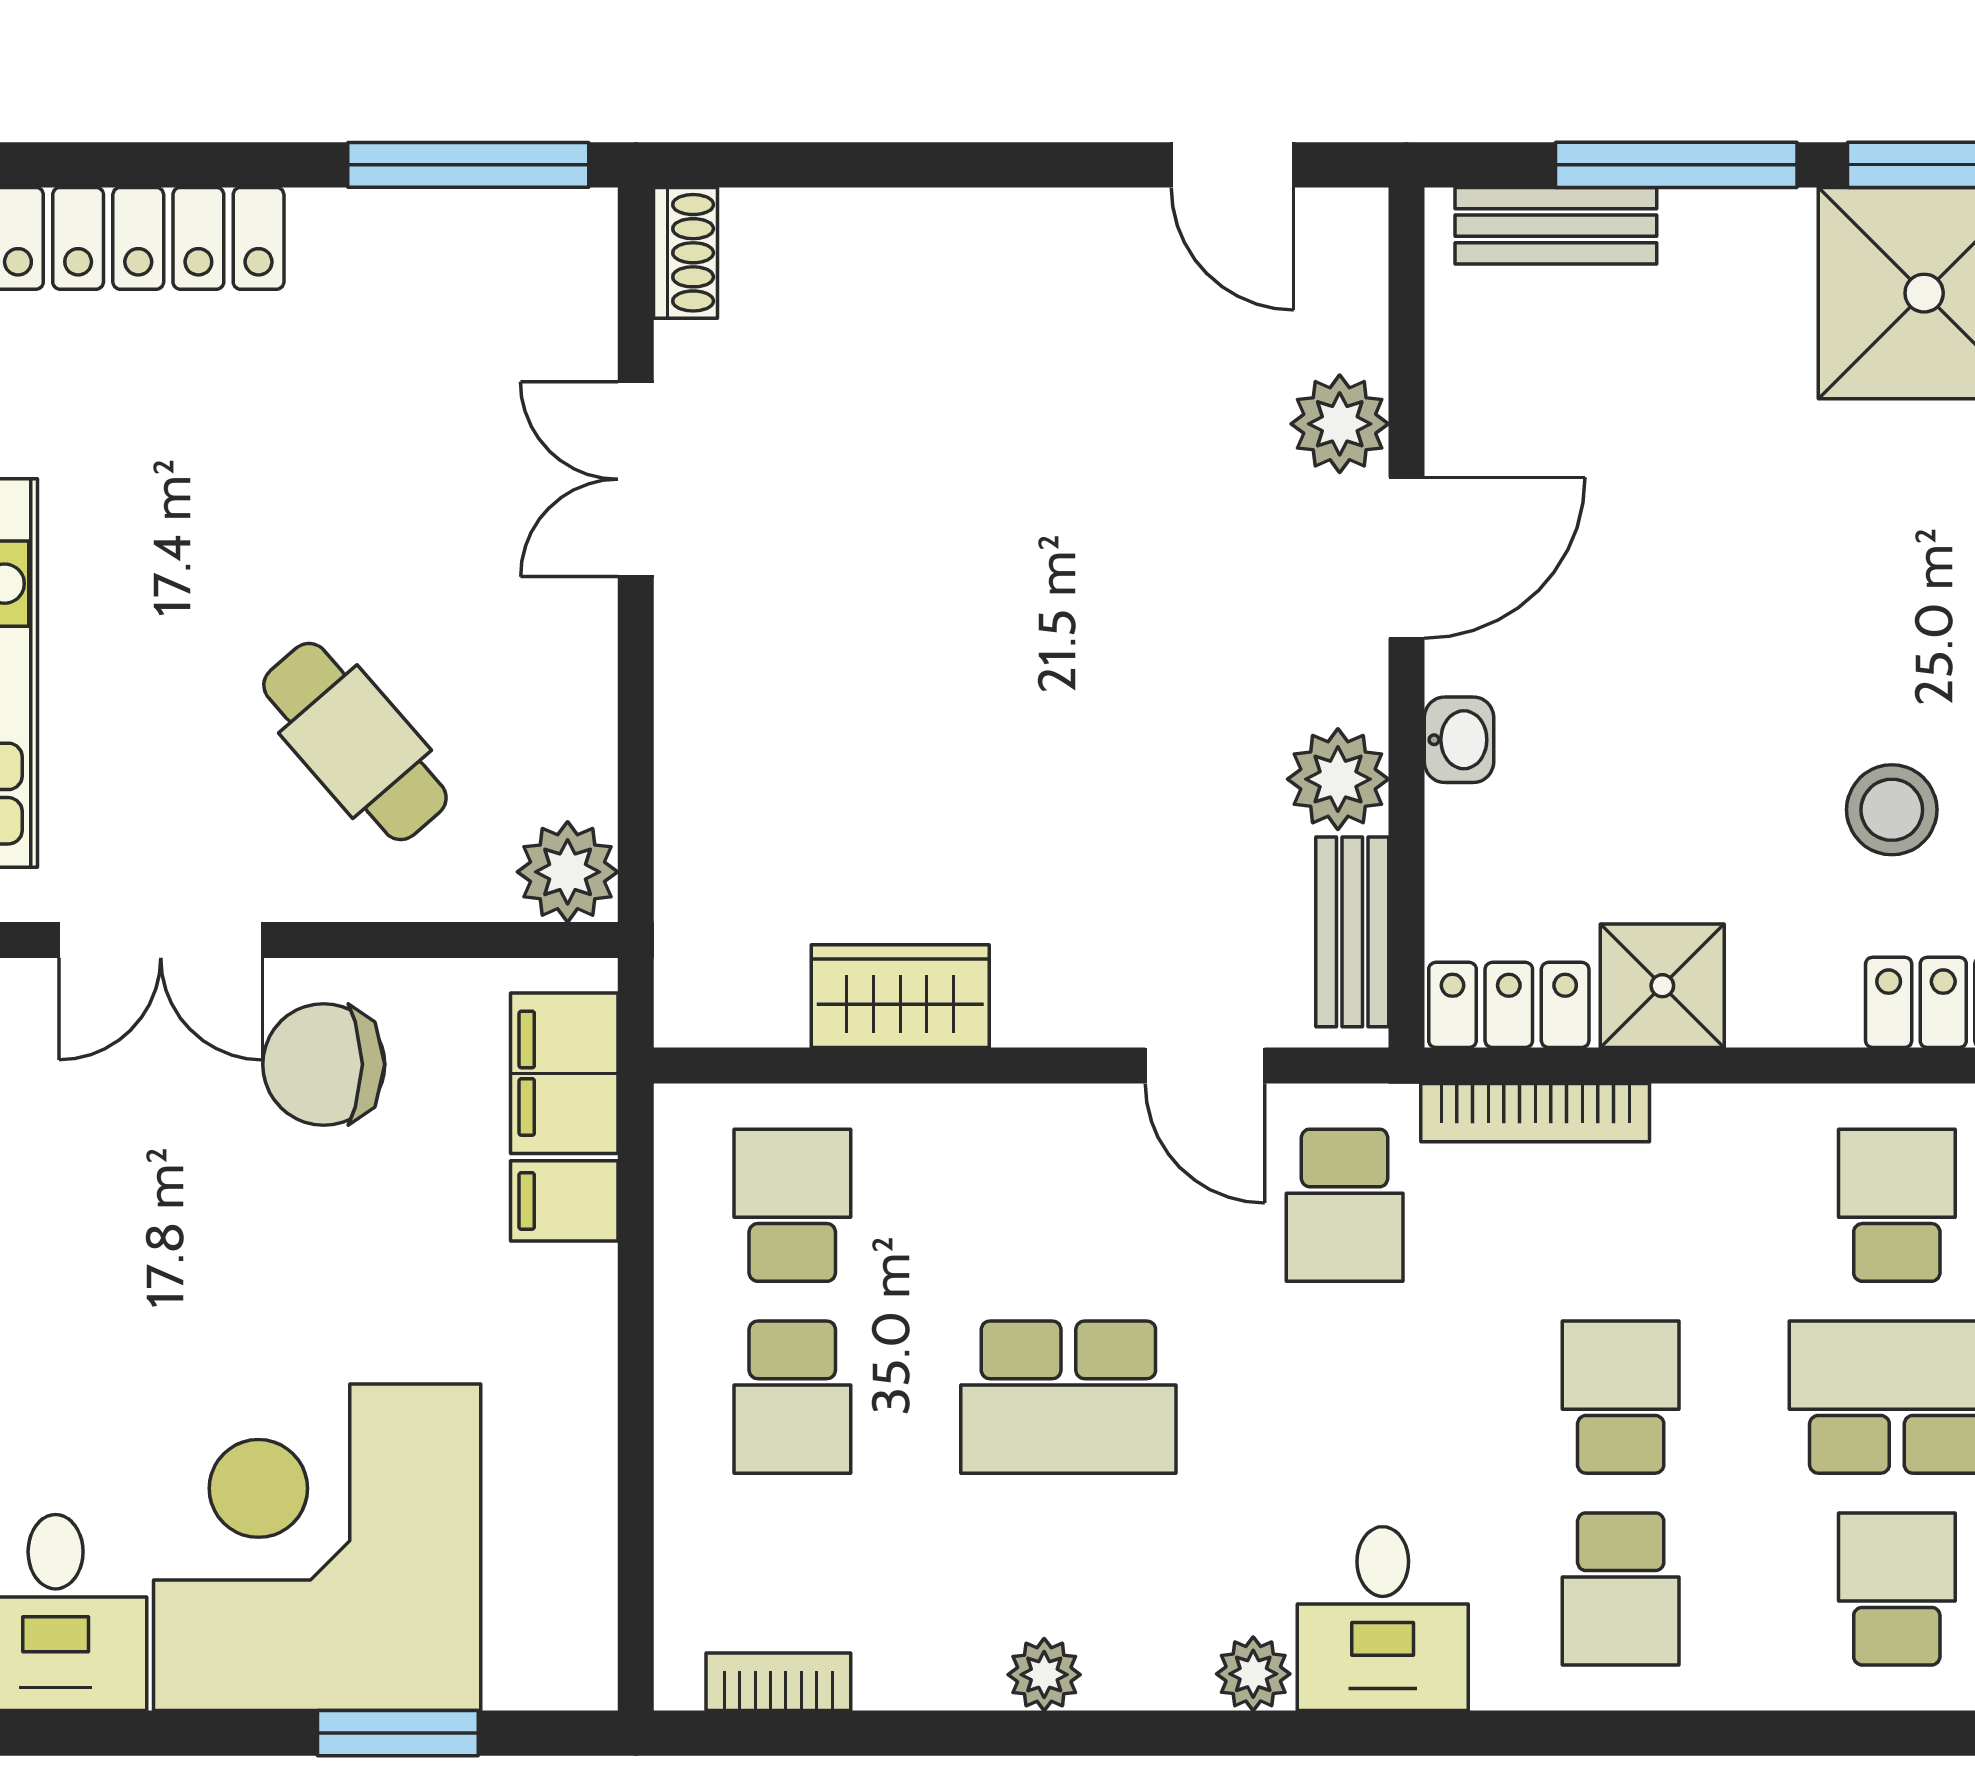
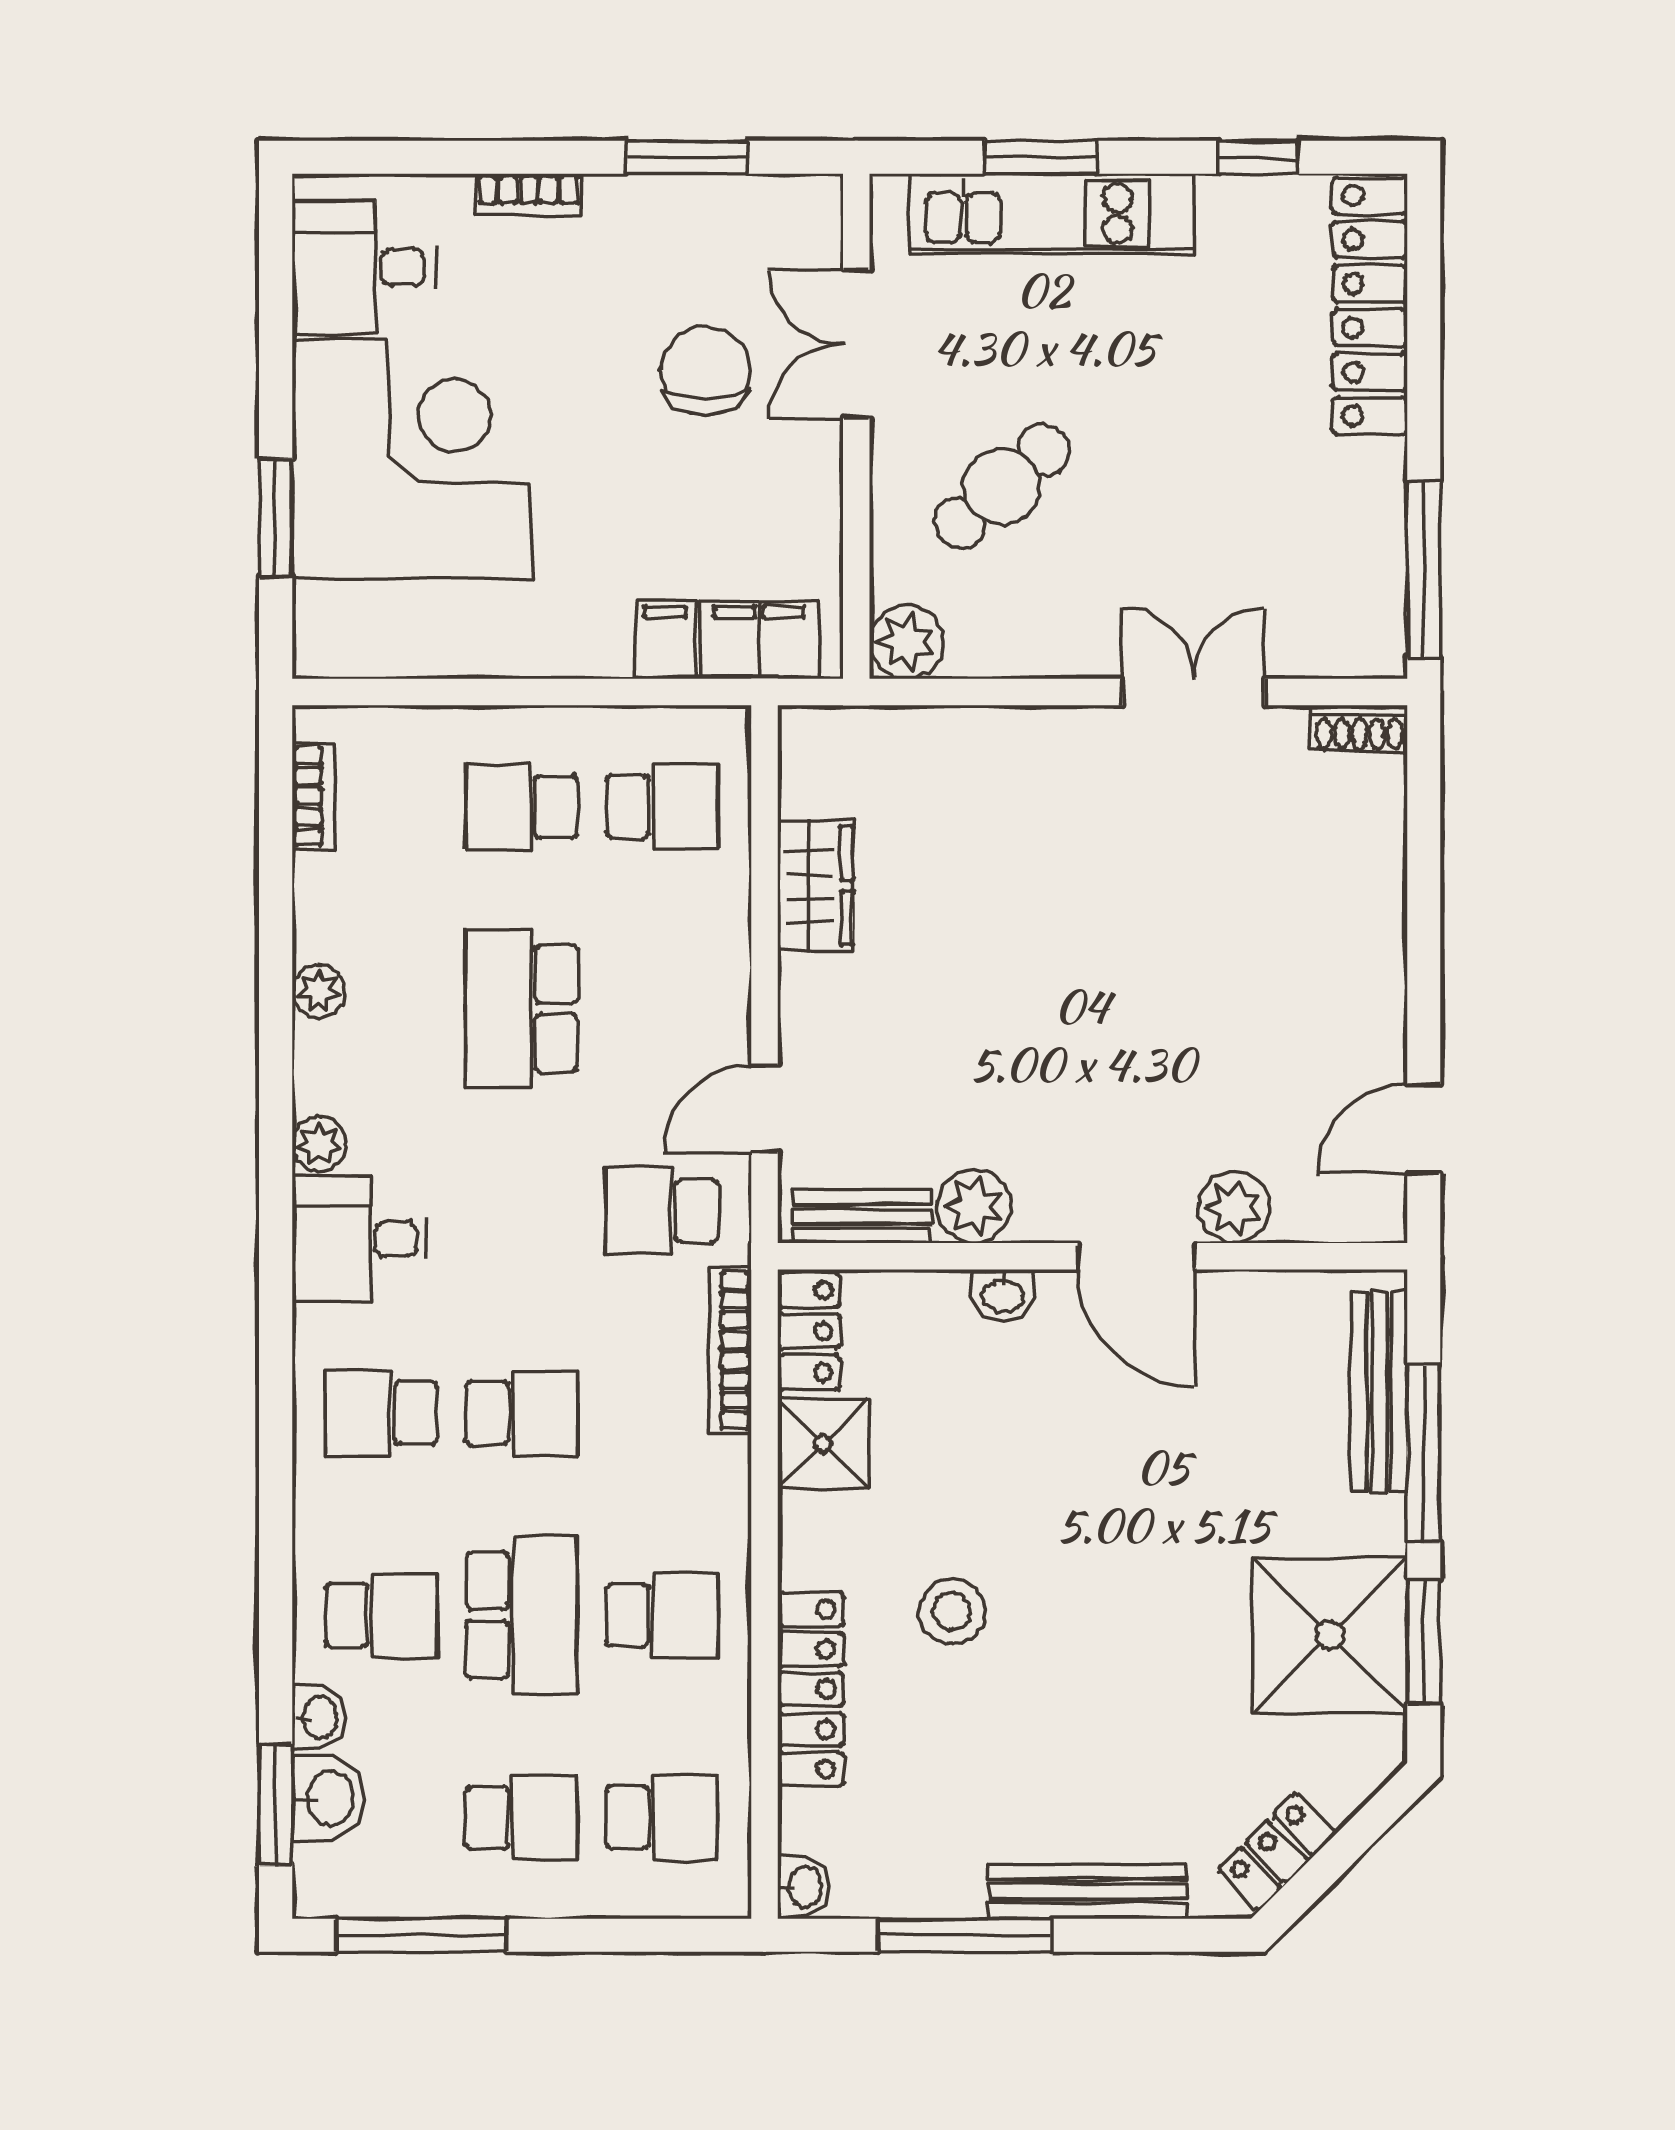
bench: (1556, 226) -> (1379, 1392), width x1.36
chair: (324, 1064) -> (705, 371), moved

